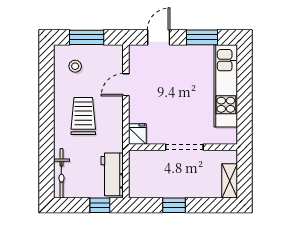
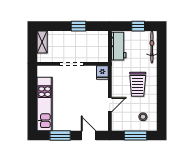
door: (159, 37) -> (89, 136), swing flipped
window: (100, 205) -> (138, 26), moved

